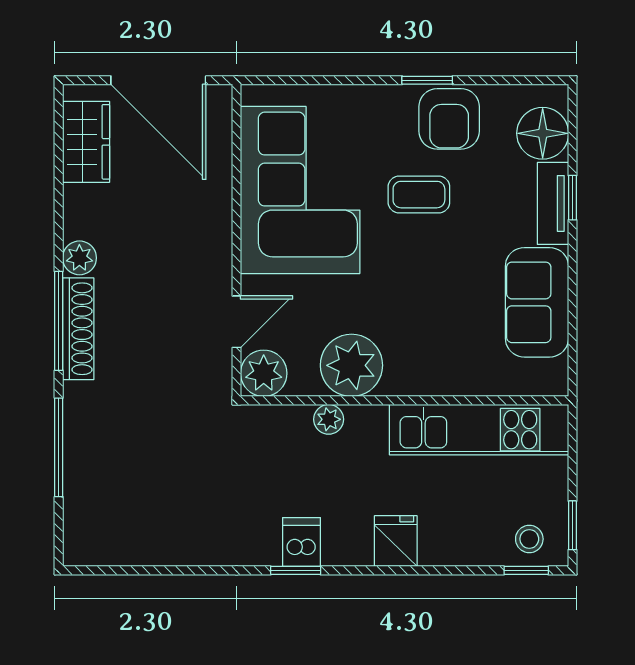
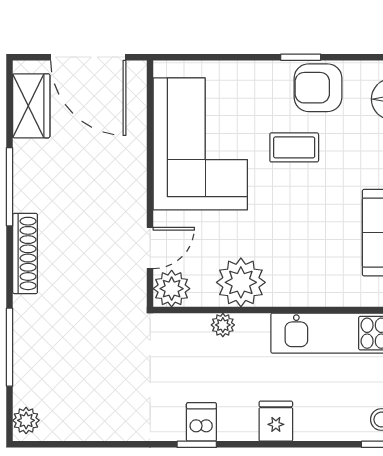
armchair: (449, 119) -> (318, 88), turned 90
plant: (79, 258) -> (26, 420), moved
window: (59, 321) -> (10, 187), moved

